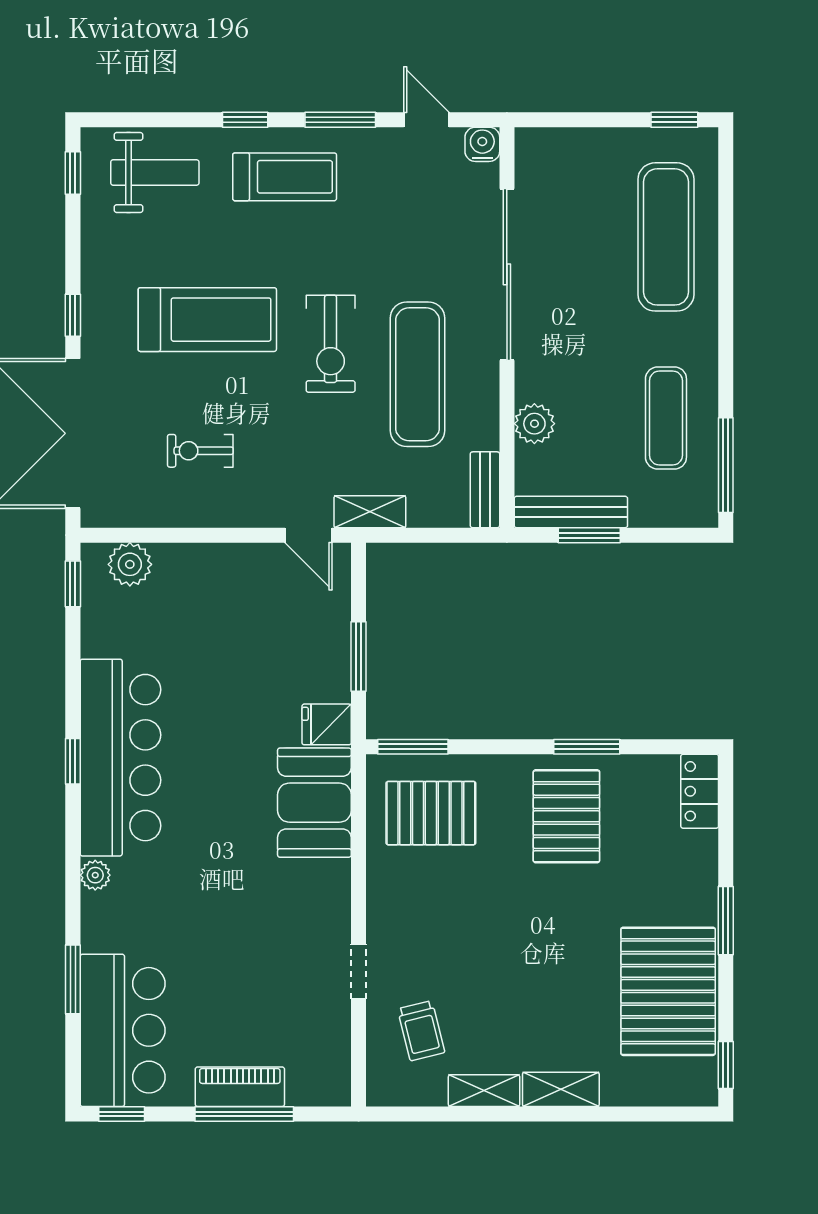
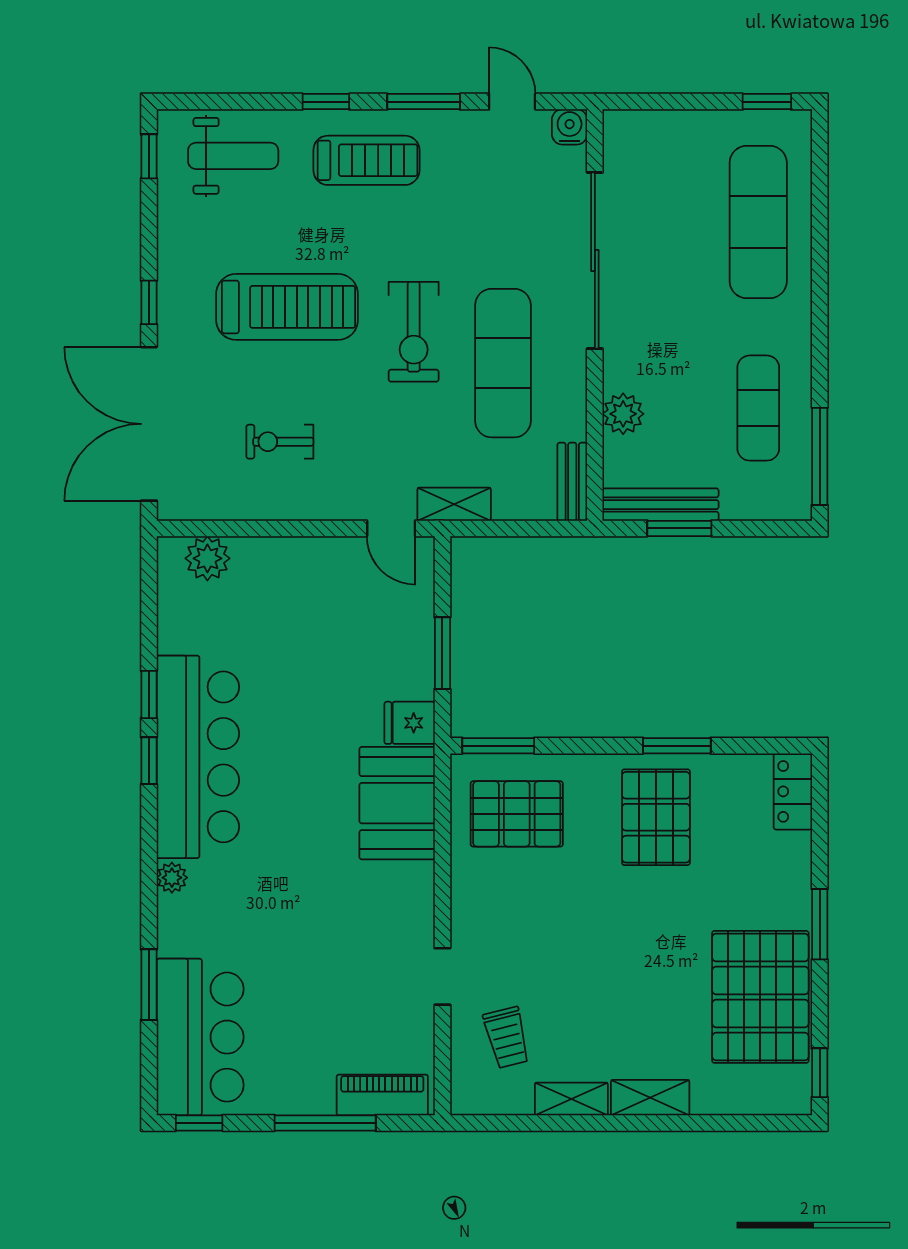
window: (73, 584) -> (149, 694), moved
piano: (240, 1087) -> (382, 1095), moved

